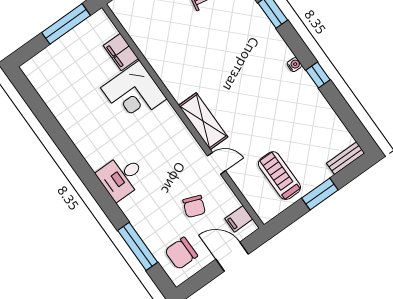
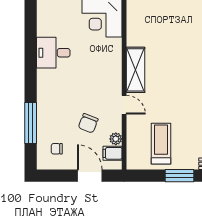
desk: (121, 177) -> (53, 53), moved
plant: (232, 202) -> (116, 139), added
chair: (181, 253) -> (57, 149), width x0.54, depth x0.54

